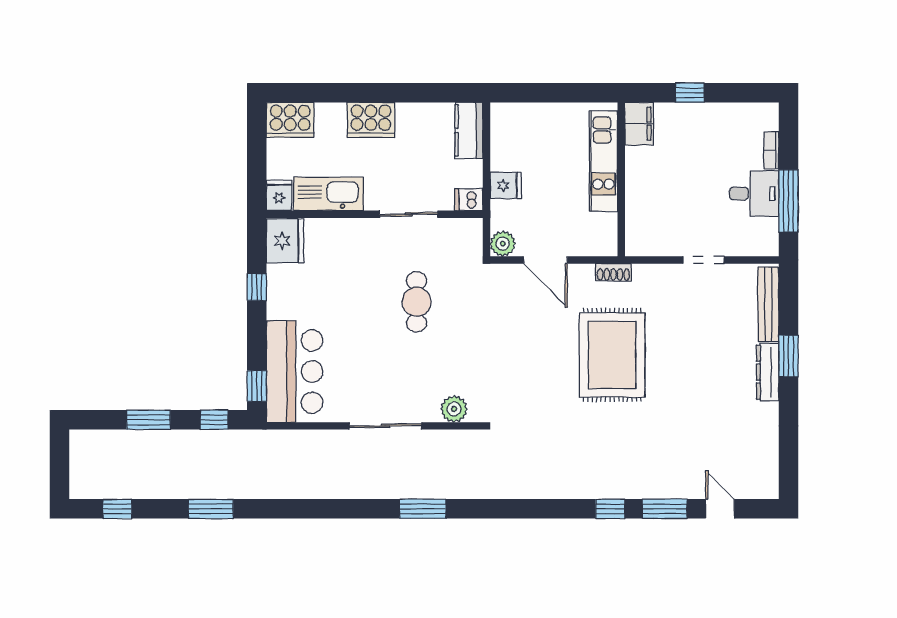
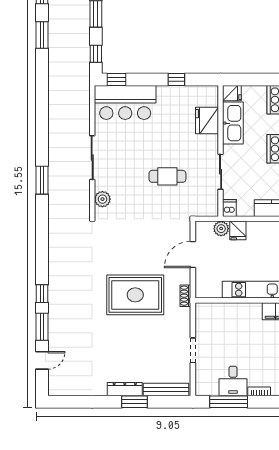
fridge: (285, 241) -> (207, 121), moved, turned 90
plant: (503, 244) -> (221, 229), moved
window: (211, 509) -> (42, 35), moved

